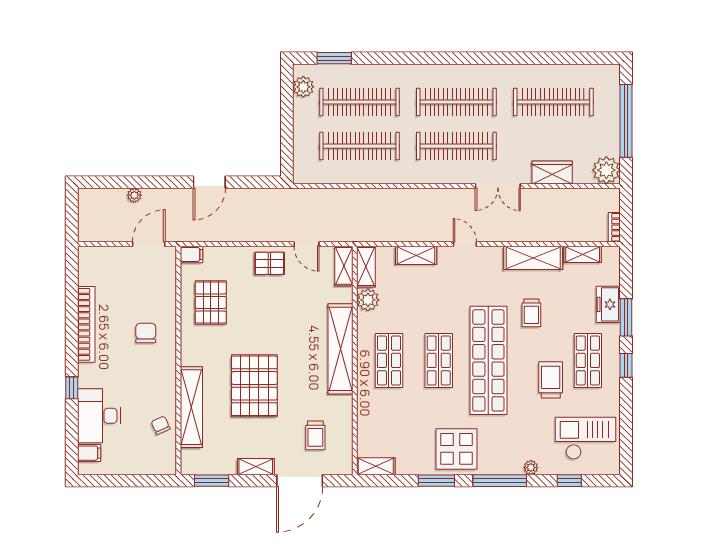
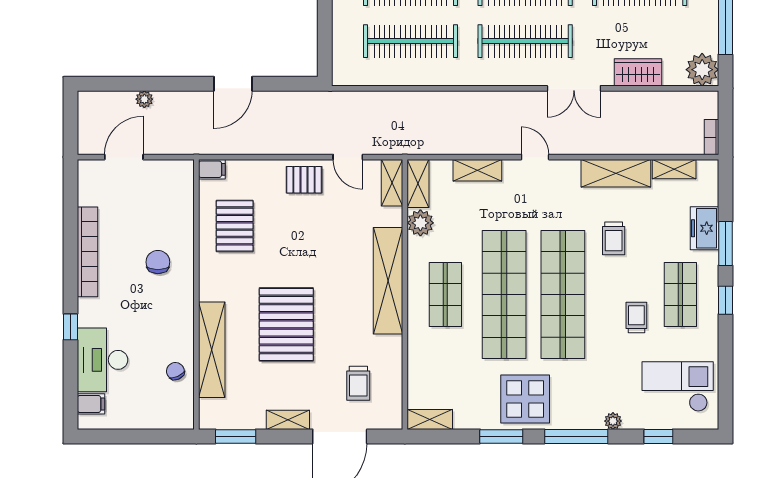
door: (149, 244) -> (124, 157), moved
shop shelf: (439, 360) -> (504, 294), width x2.00, depth x1.36
trolley: (551, 380) -> (636, 317), width x0.73, depth x0.72

